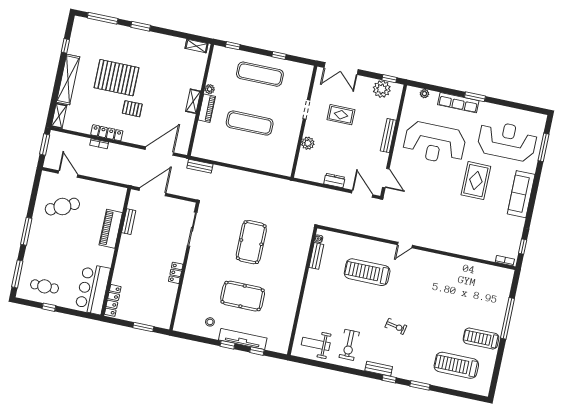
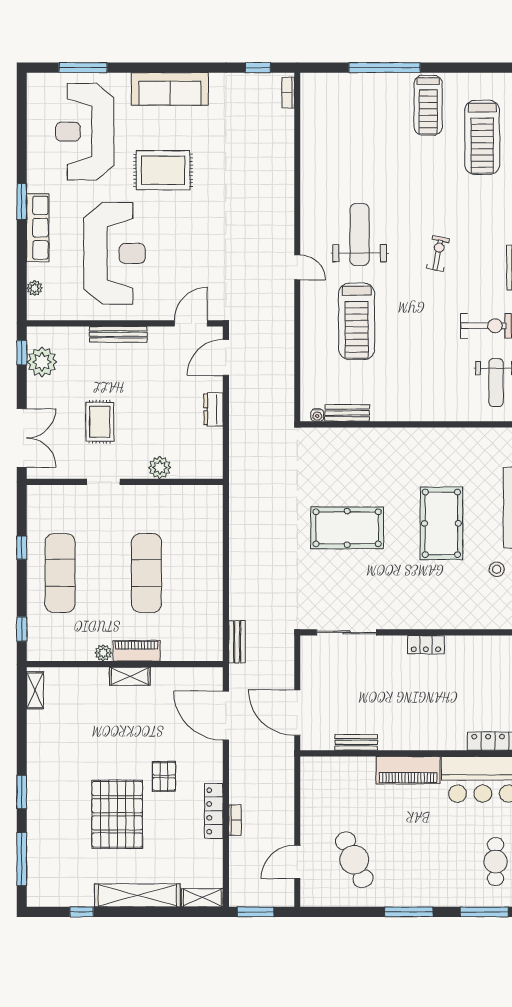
piano: (111, 229) -> (408, 770), moved
weight bench: (416, 284) -> (360, 235), added

